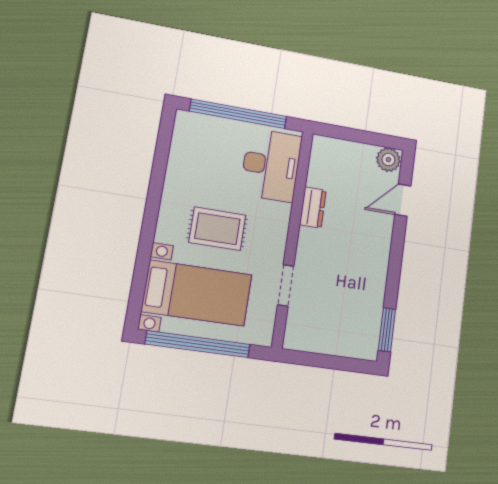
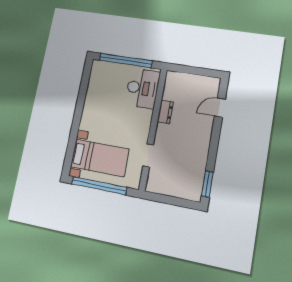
plant: (388, 160) -> (212, 84), removed
rug: (217, 229) -> (112, 123), removed

